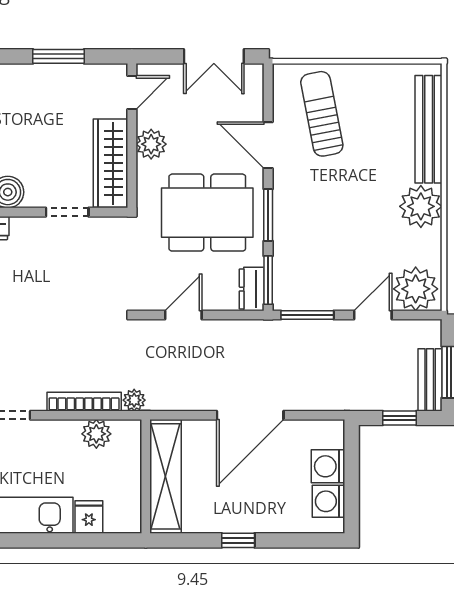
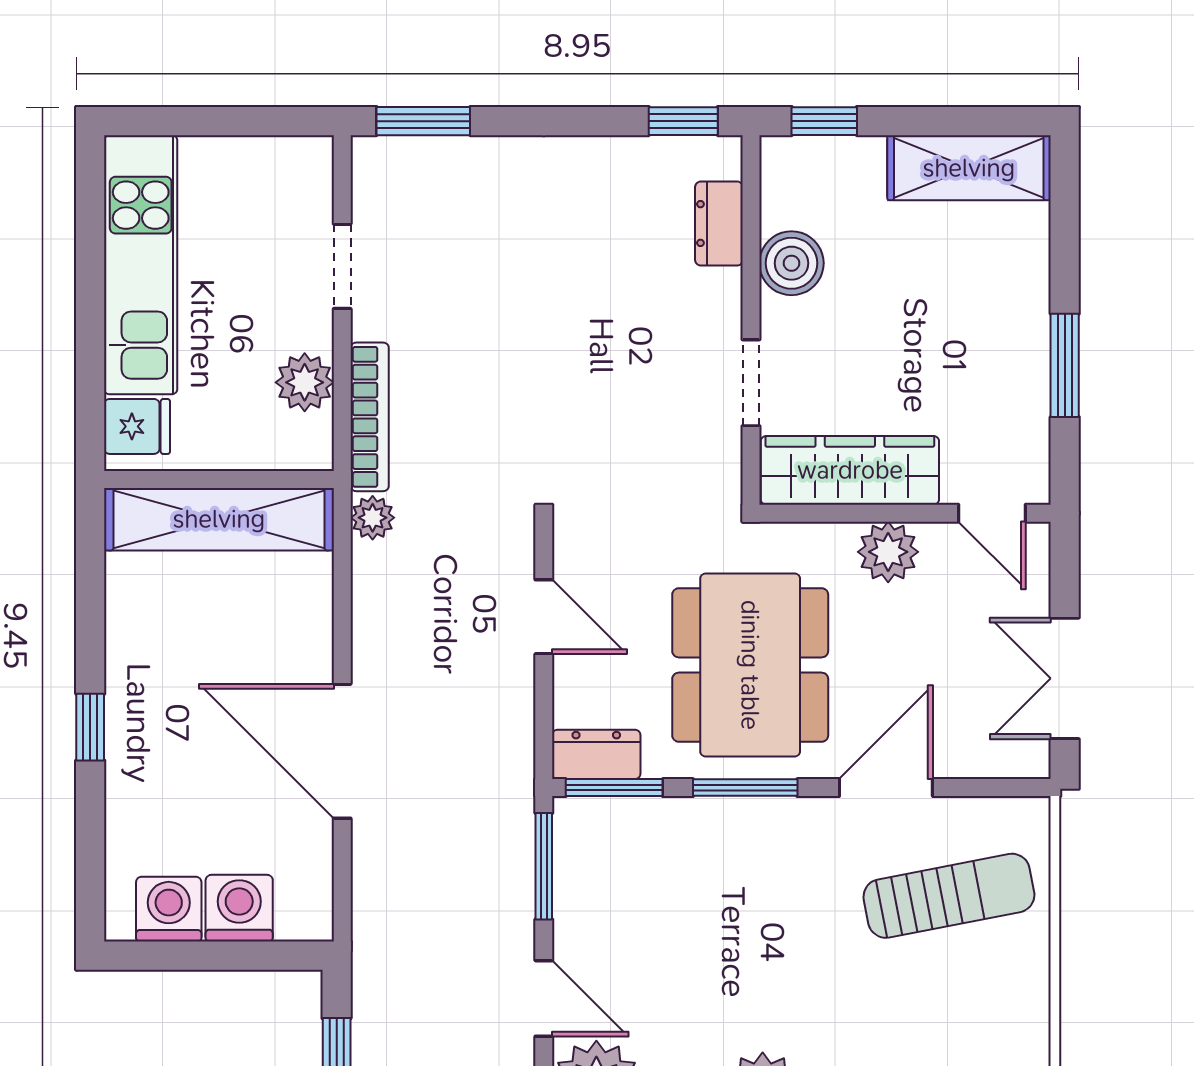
plant: (96, 434) -> (305, 382), moved
wall: (146, 476) -> (219, 480), moved
shelving: (165, 476) -> (219, 519), moved

